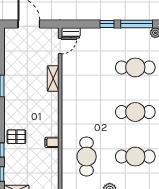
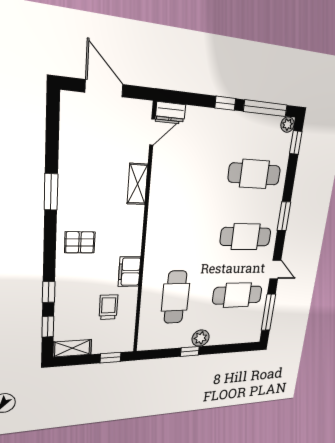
pallet: (16, 137) -> (80, 242), moved
filing cabinet: (52, 142) -> (129, 272), width x2.00
trolley: (39, 162) -> (108, 307), added

